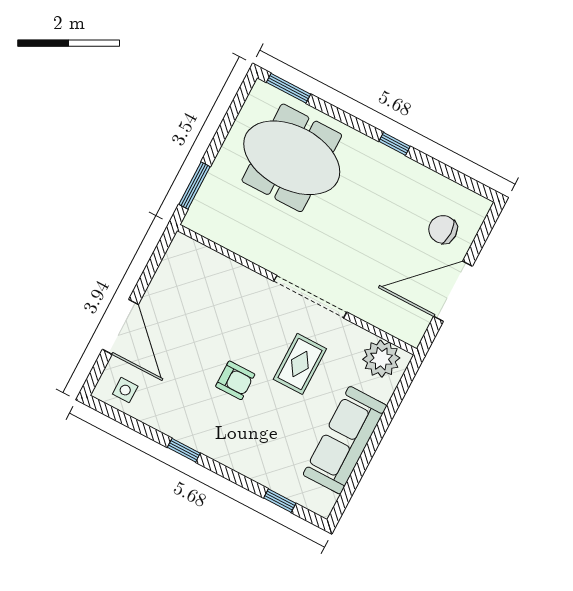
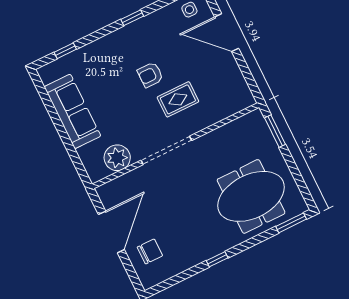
plant: (381, 359) -> (117, 158), moved
rug: (300, 364) -> (178, 99), moved, turned 90

